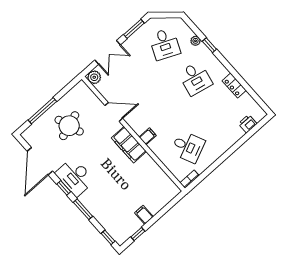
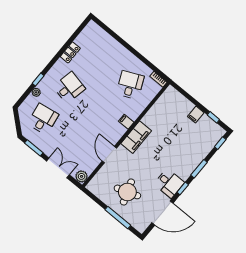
desk: (165, 44) -> (43, 119), turned -33
printer: (248, 124) -> (102, 36), removed
desk: (75, 177) -> (169, 183), width x0.73

